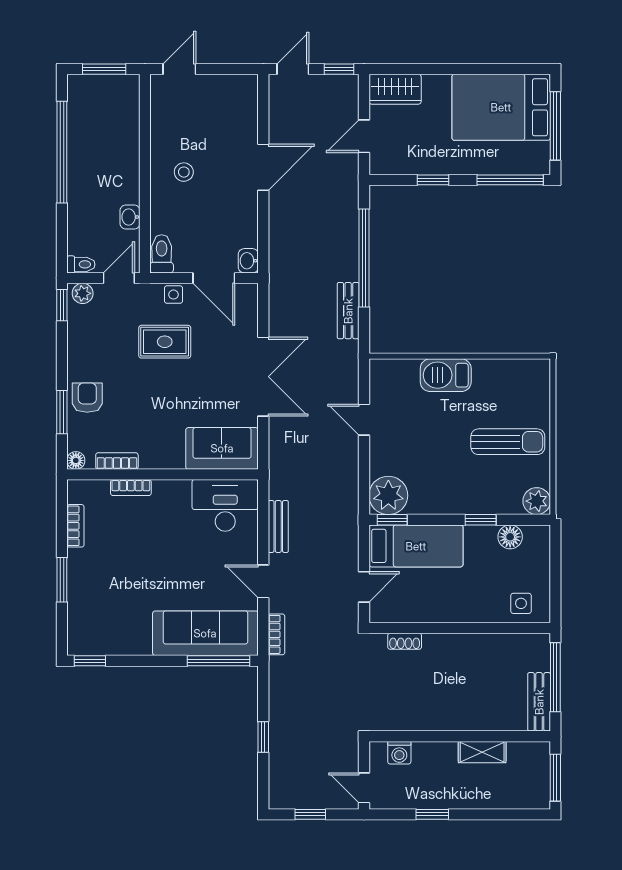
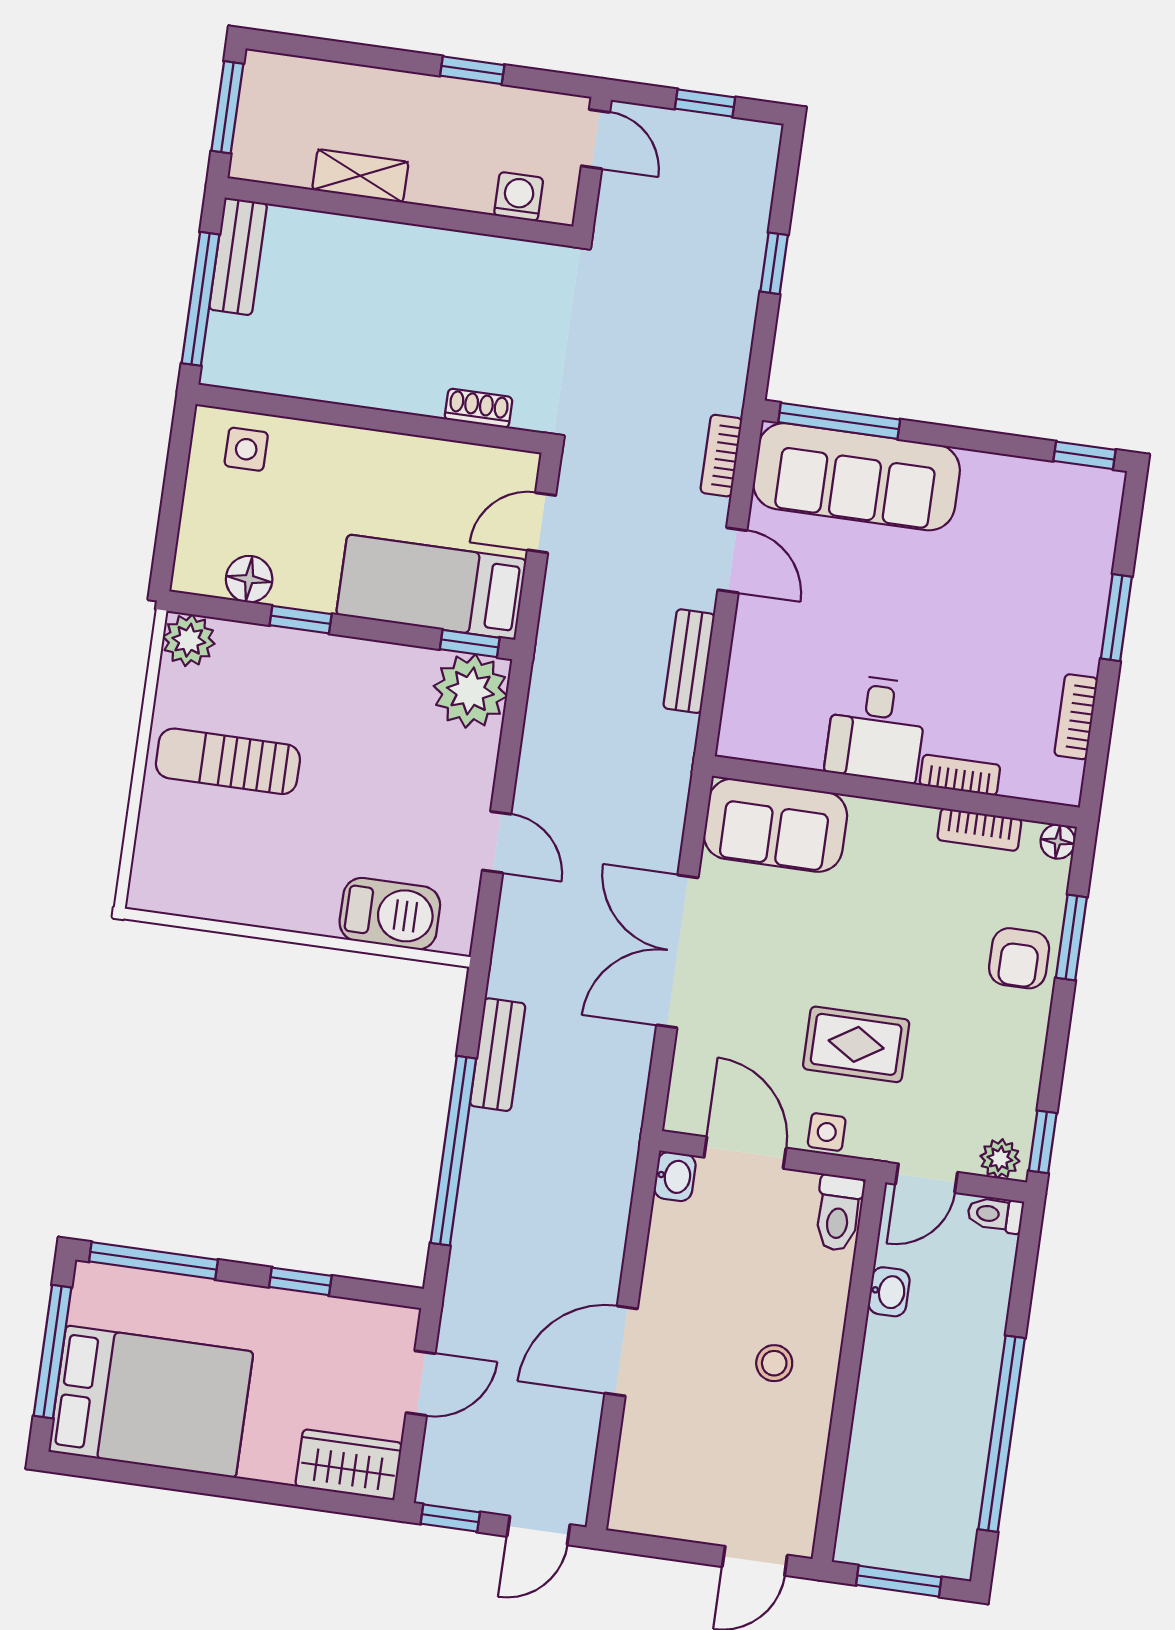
barbecue: (446, 375) -> (390, 914), moved
desk: (225, 505) -> (876, 728), moved, width x0.73

